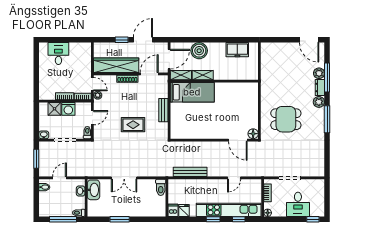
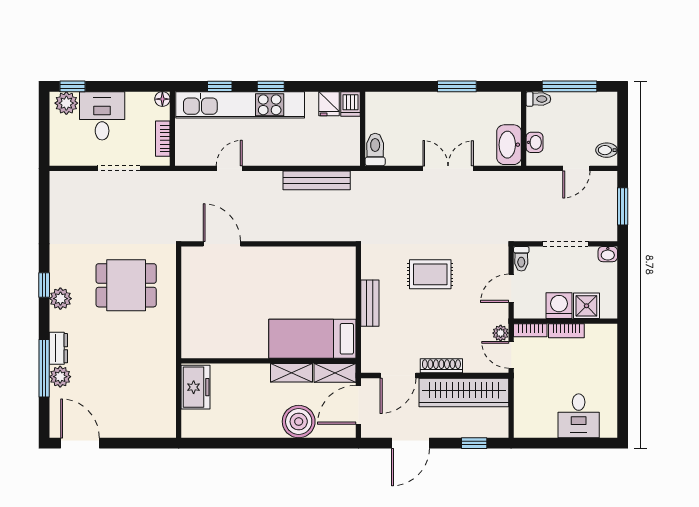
window: (122, 40) -> (474, 443), moved
freezer: (237, 50) -> (196, 387), moved, turned 90
plant: (319, 102) -> (60, 299), moved
window: (327, 119) -> (44, 285), width x0.46
floor lamp: (253, 134) -> (191, 256), removed
plant: (316, 211) -> (66, 103), added

